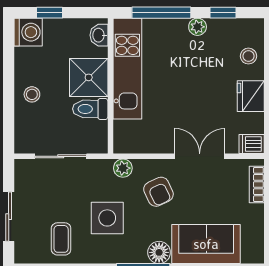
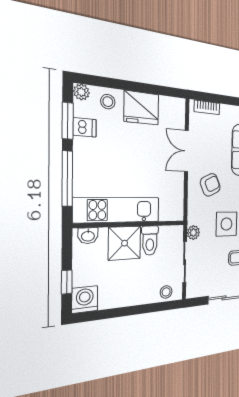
window: (223, 13) -> (68, 121), width x1.50
plant: (198, 27) -> (81, 92), moved
stool: (32, 94) -> (166, 292), moved
fridge: (251, 96) -> (141, 108), width x1.36, depth x1.34
dishwasher: (252, 144) -> (85, 127), moved, turned -90
plant: (123, 168) -> (193, 233), moved

